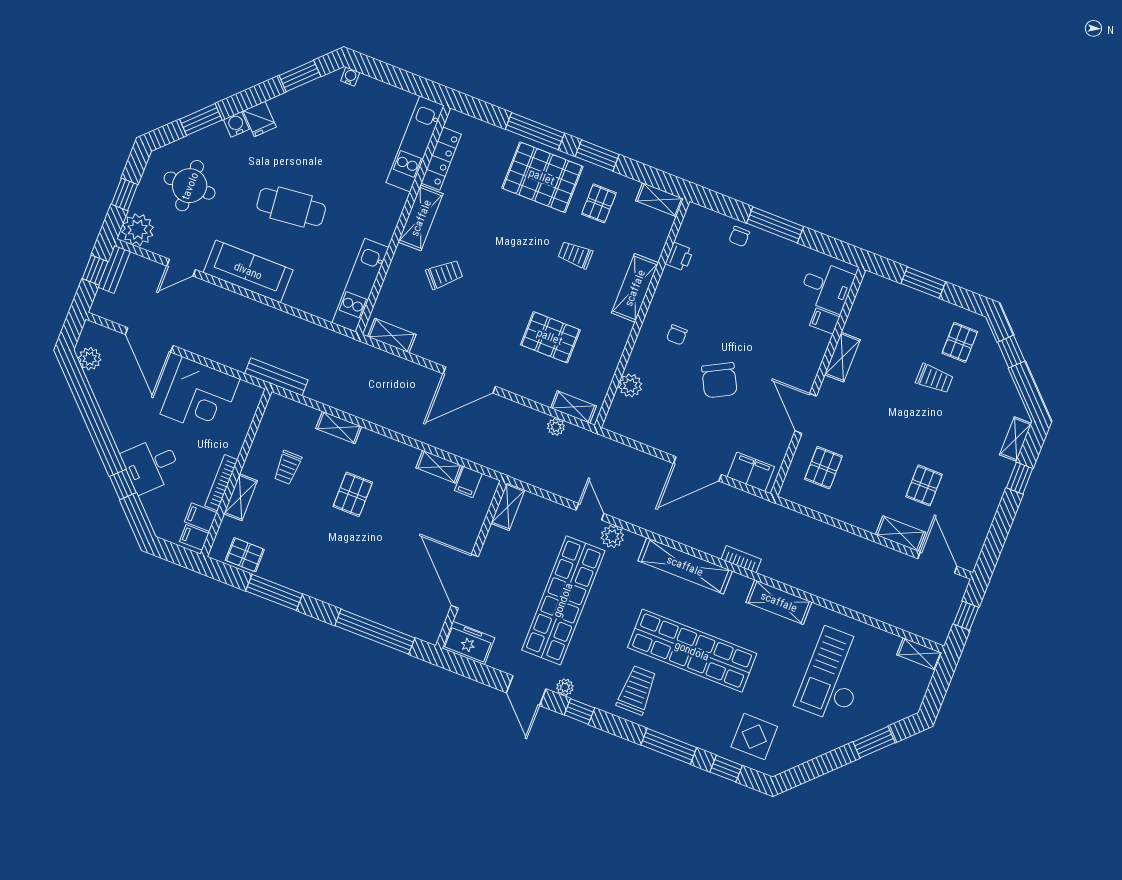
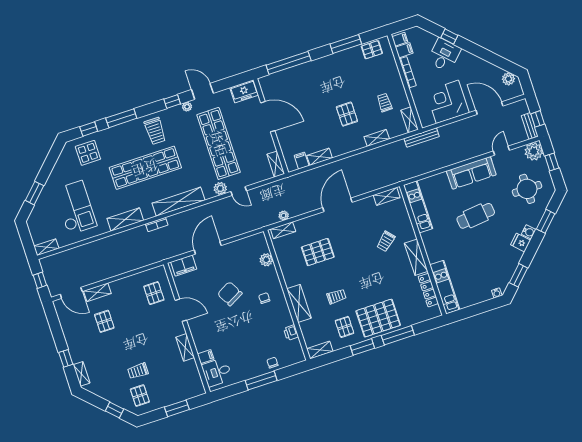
shelving: (241, 497) -> (410, 120), moved

